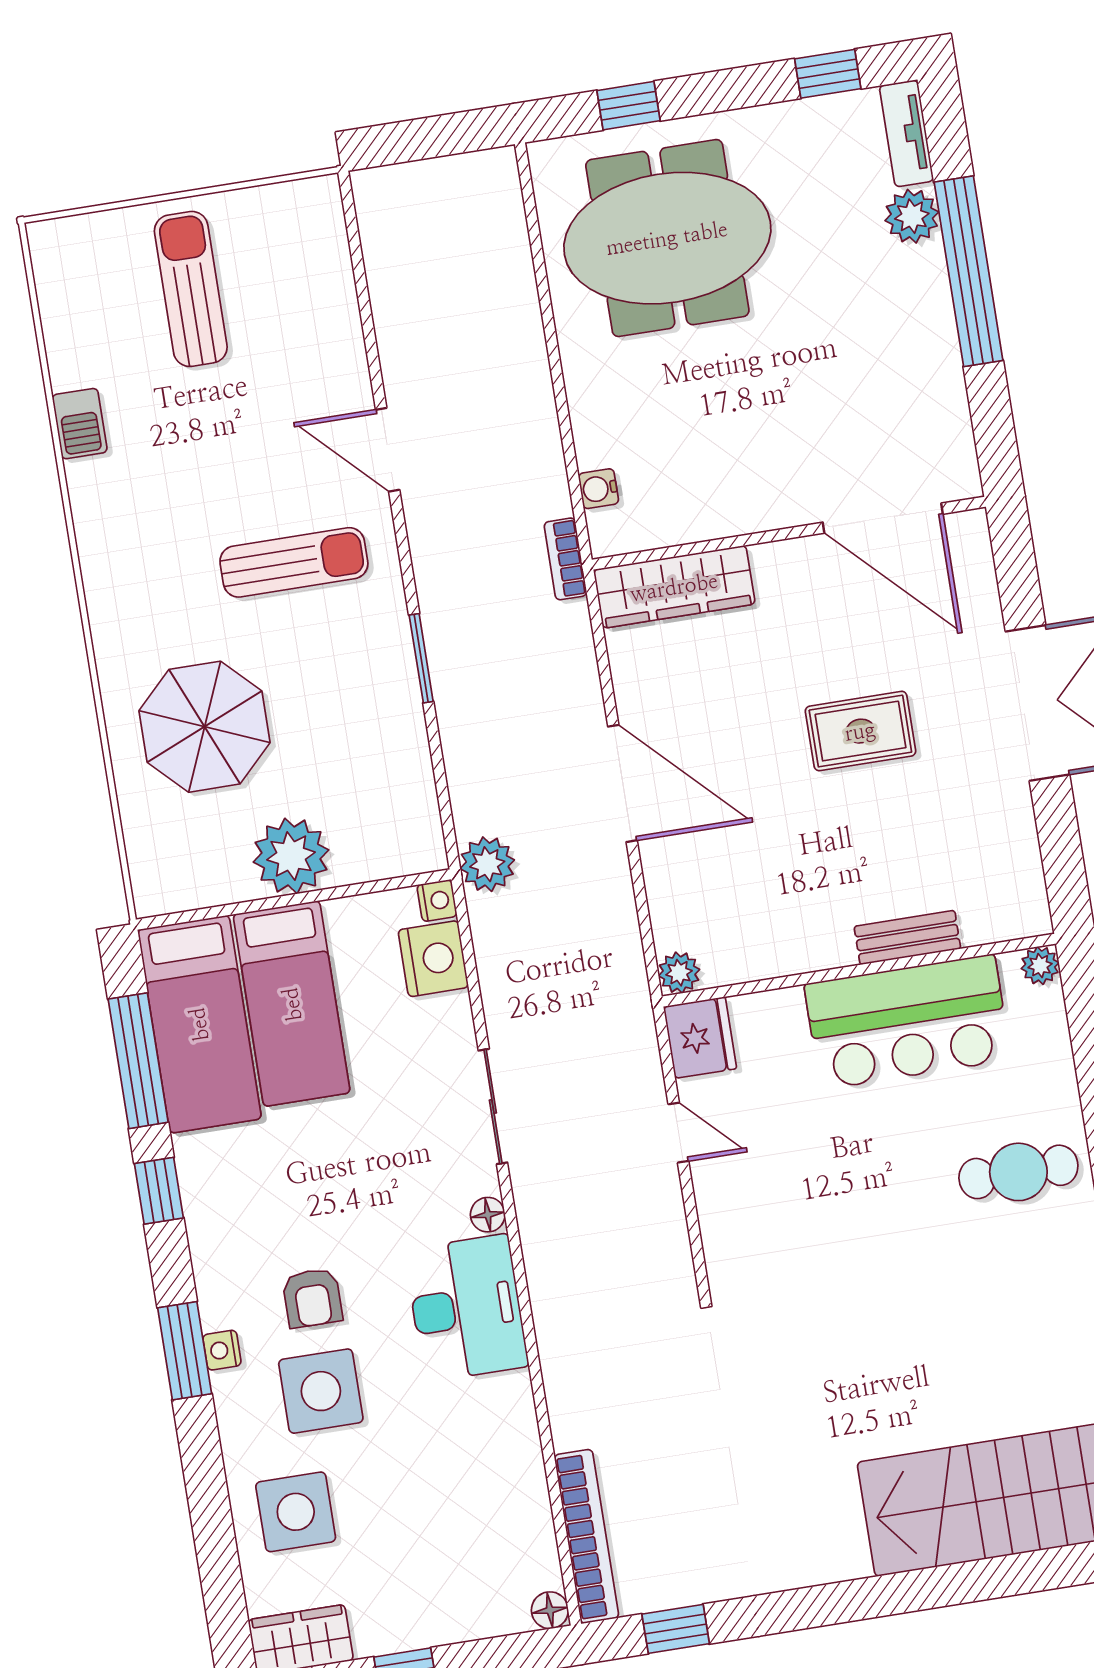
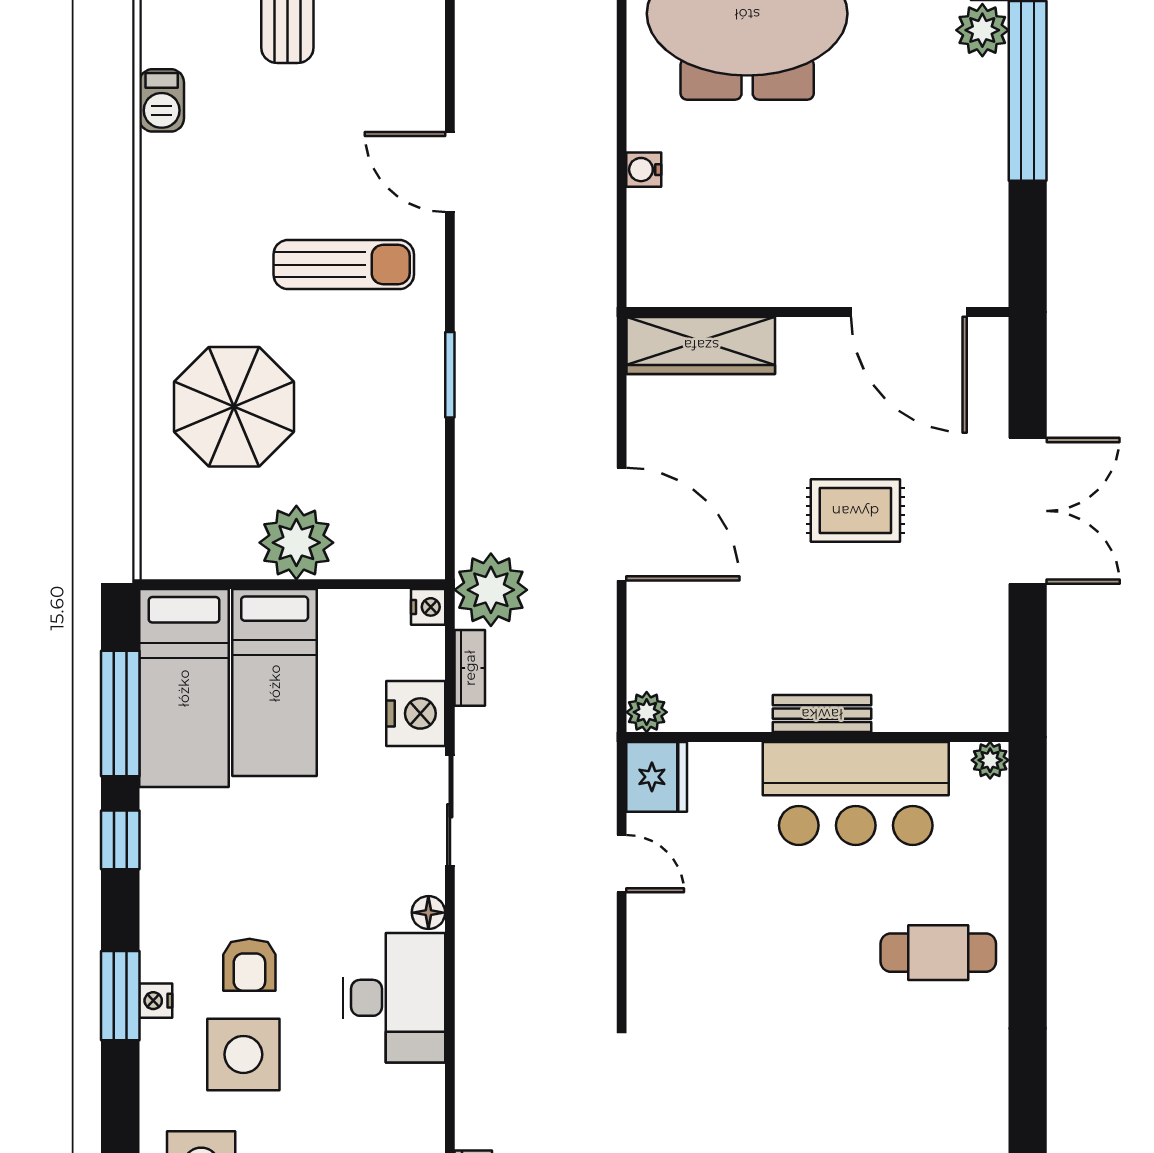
water cooler: (599, 489) -> (644, 170), moved
bookcase: (565, 559) -> (470, 668), moved, turned 180
plant: (487, 864) -> (491, 590), width x1.36, depth x1.36
bench: (907, 938) -> (822, 714), moved
nightstand: (433, 959) -> (416, 713), moved

